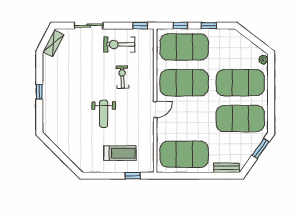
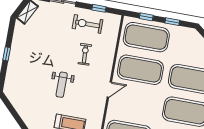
window: (140, 26) -> (99, 8), moved

